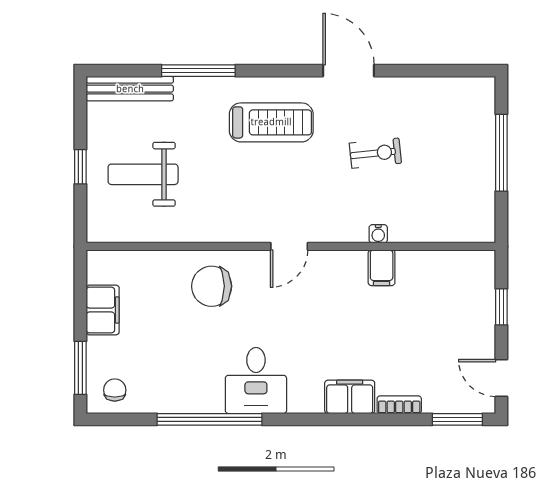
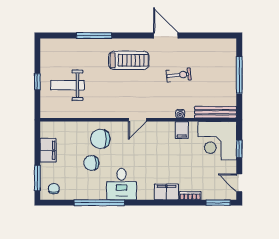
bench: (130, 89) -> (216, 112), moved
corner desk: (456, 290) -> (217, 141), added
chair: (193, 337) -> (91, 163), added

